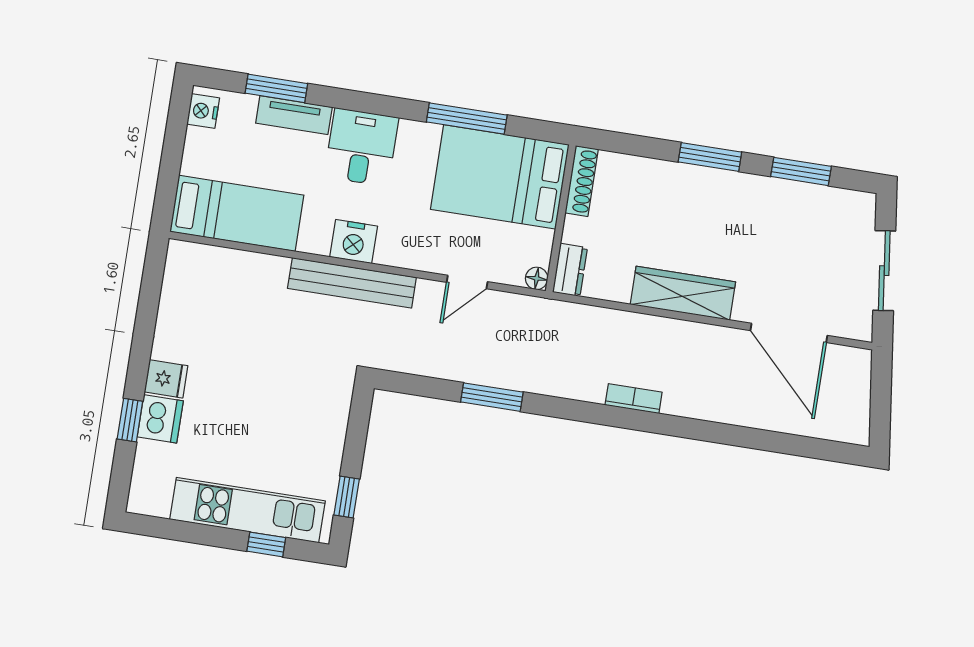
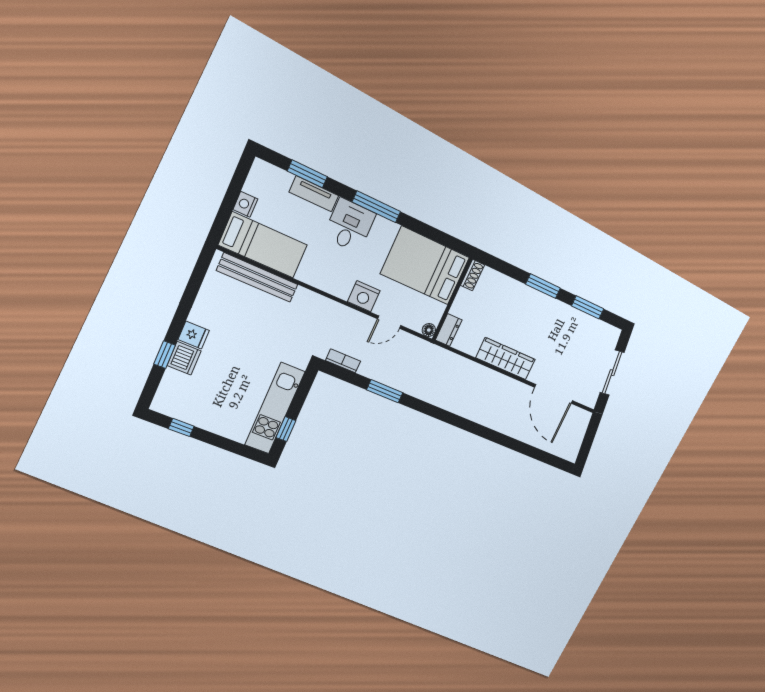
nightstand: (203, 111) -> (245, 204), moved
window: (467, 119) -> (376, 207), moved
shoe rack: (582, 181) -> (473, 275), width x0.70
nightstand: (354, 242) -> (364, 296), moved
bench: (352, 283) -> (257, 278), moved
bookcase: (634, 399) -> (343, 361), moved
kitchen unit: (248, 510) -> (275, 408), moved, turned -90
window: (266, 544) -> (181, 427), moved

